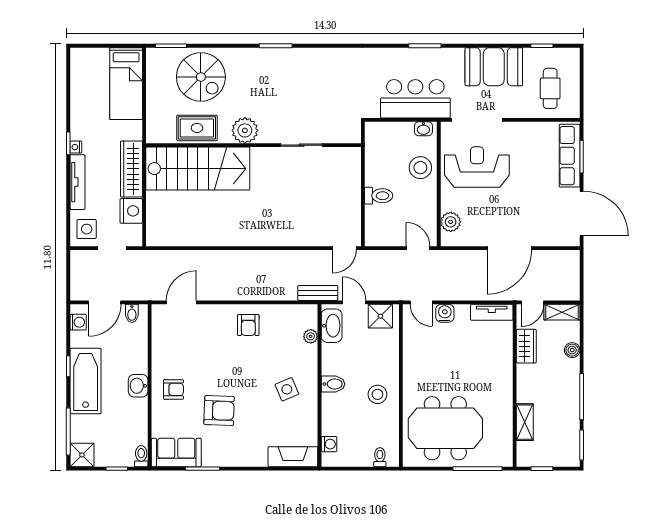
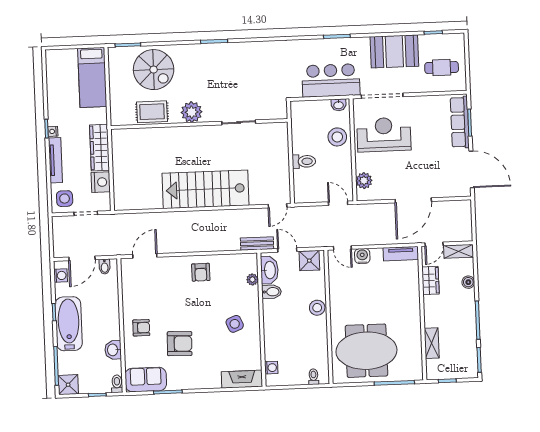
cafe table: (550, 88) -> (442, 67), turned 90
stairs: (198, 169) -> (206, 189), moved, turned 180
bidet: (333, 384) -> (271, 292), moved
washbasin: (138, 386) -> (113, 350), moved
stool: (377, 394) -> (317, 308), moved

